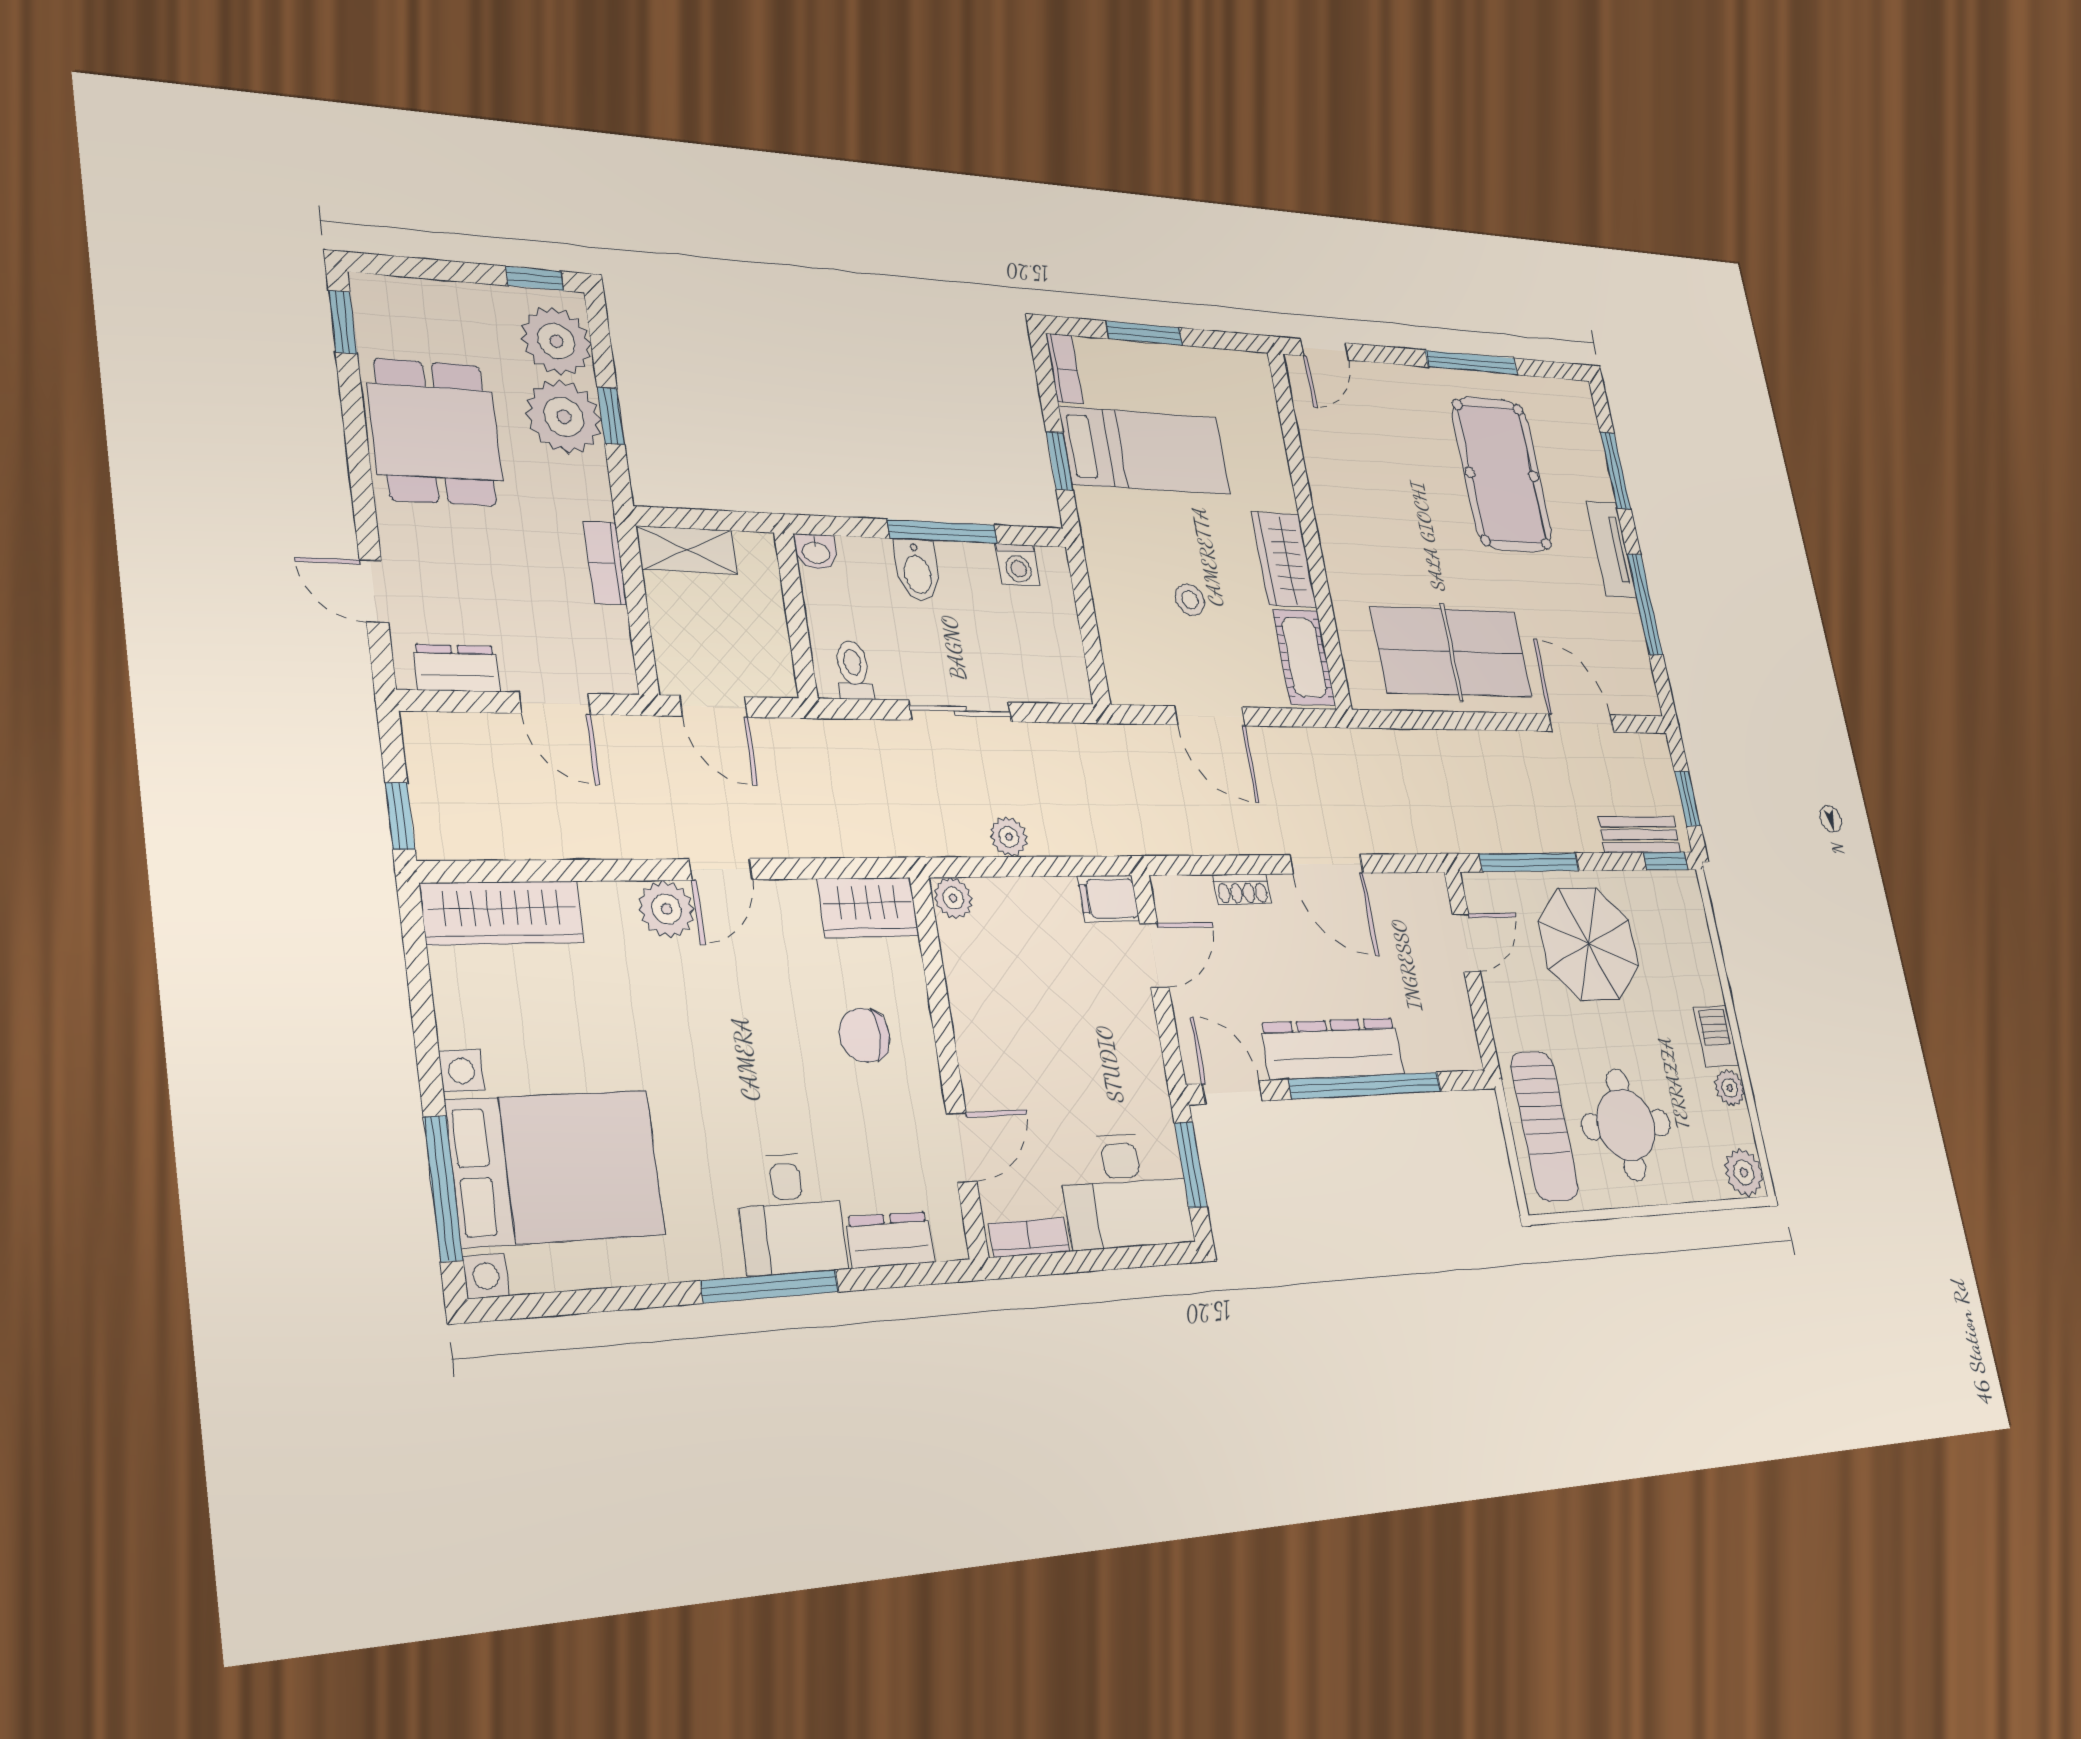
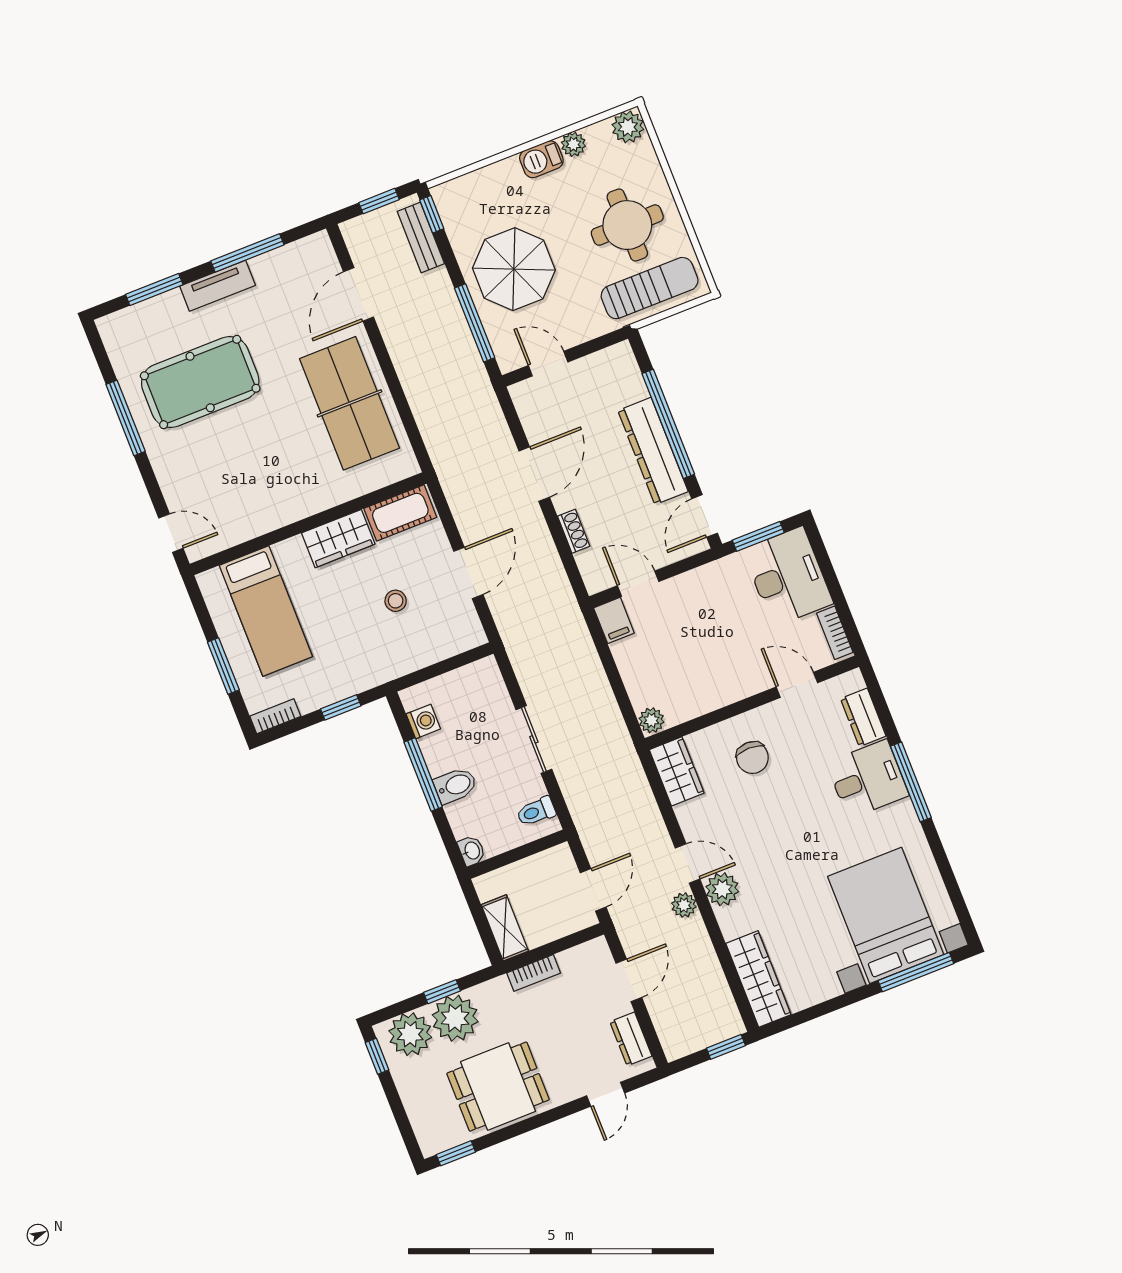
bed: (1145, 451) -> (266, 611), moved, turned 180
plant: (1009, 837) -> (684, 905), moved

